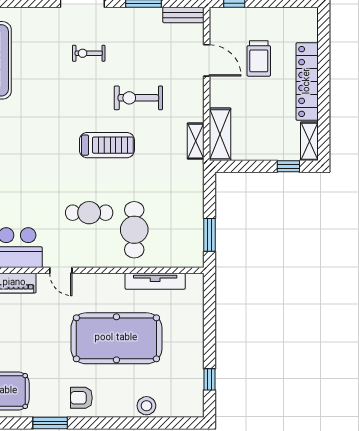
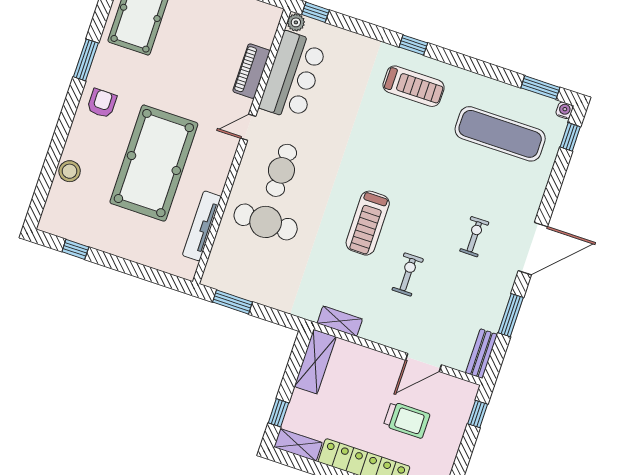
trolley: (259, 58) -> (407, 420), turned 180
exercise bike: (138, 98) -> (408, 274), width x0.73, depth x0.72
shelving: (220, 134) -> (315, 362), moved, turned 90
cafe table: (89, 213) -> (281, 170), moved

